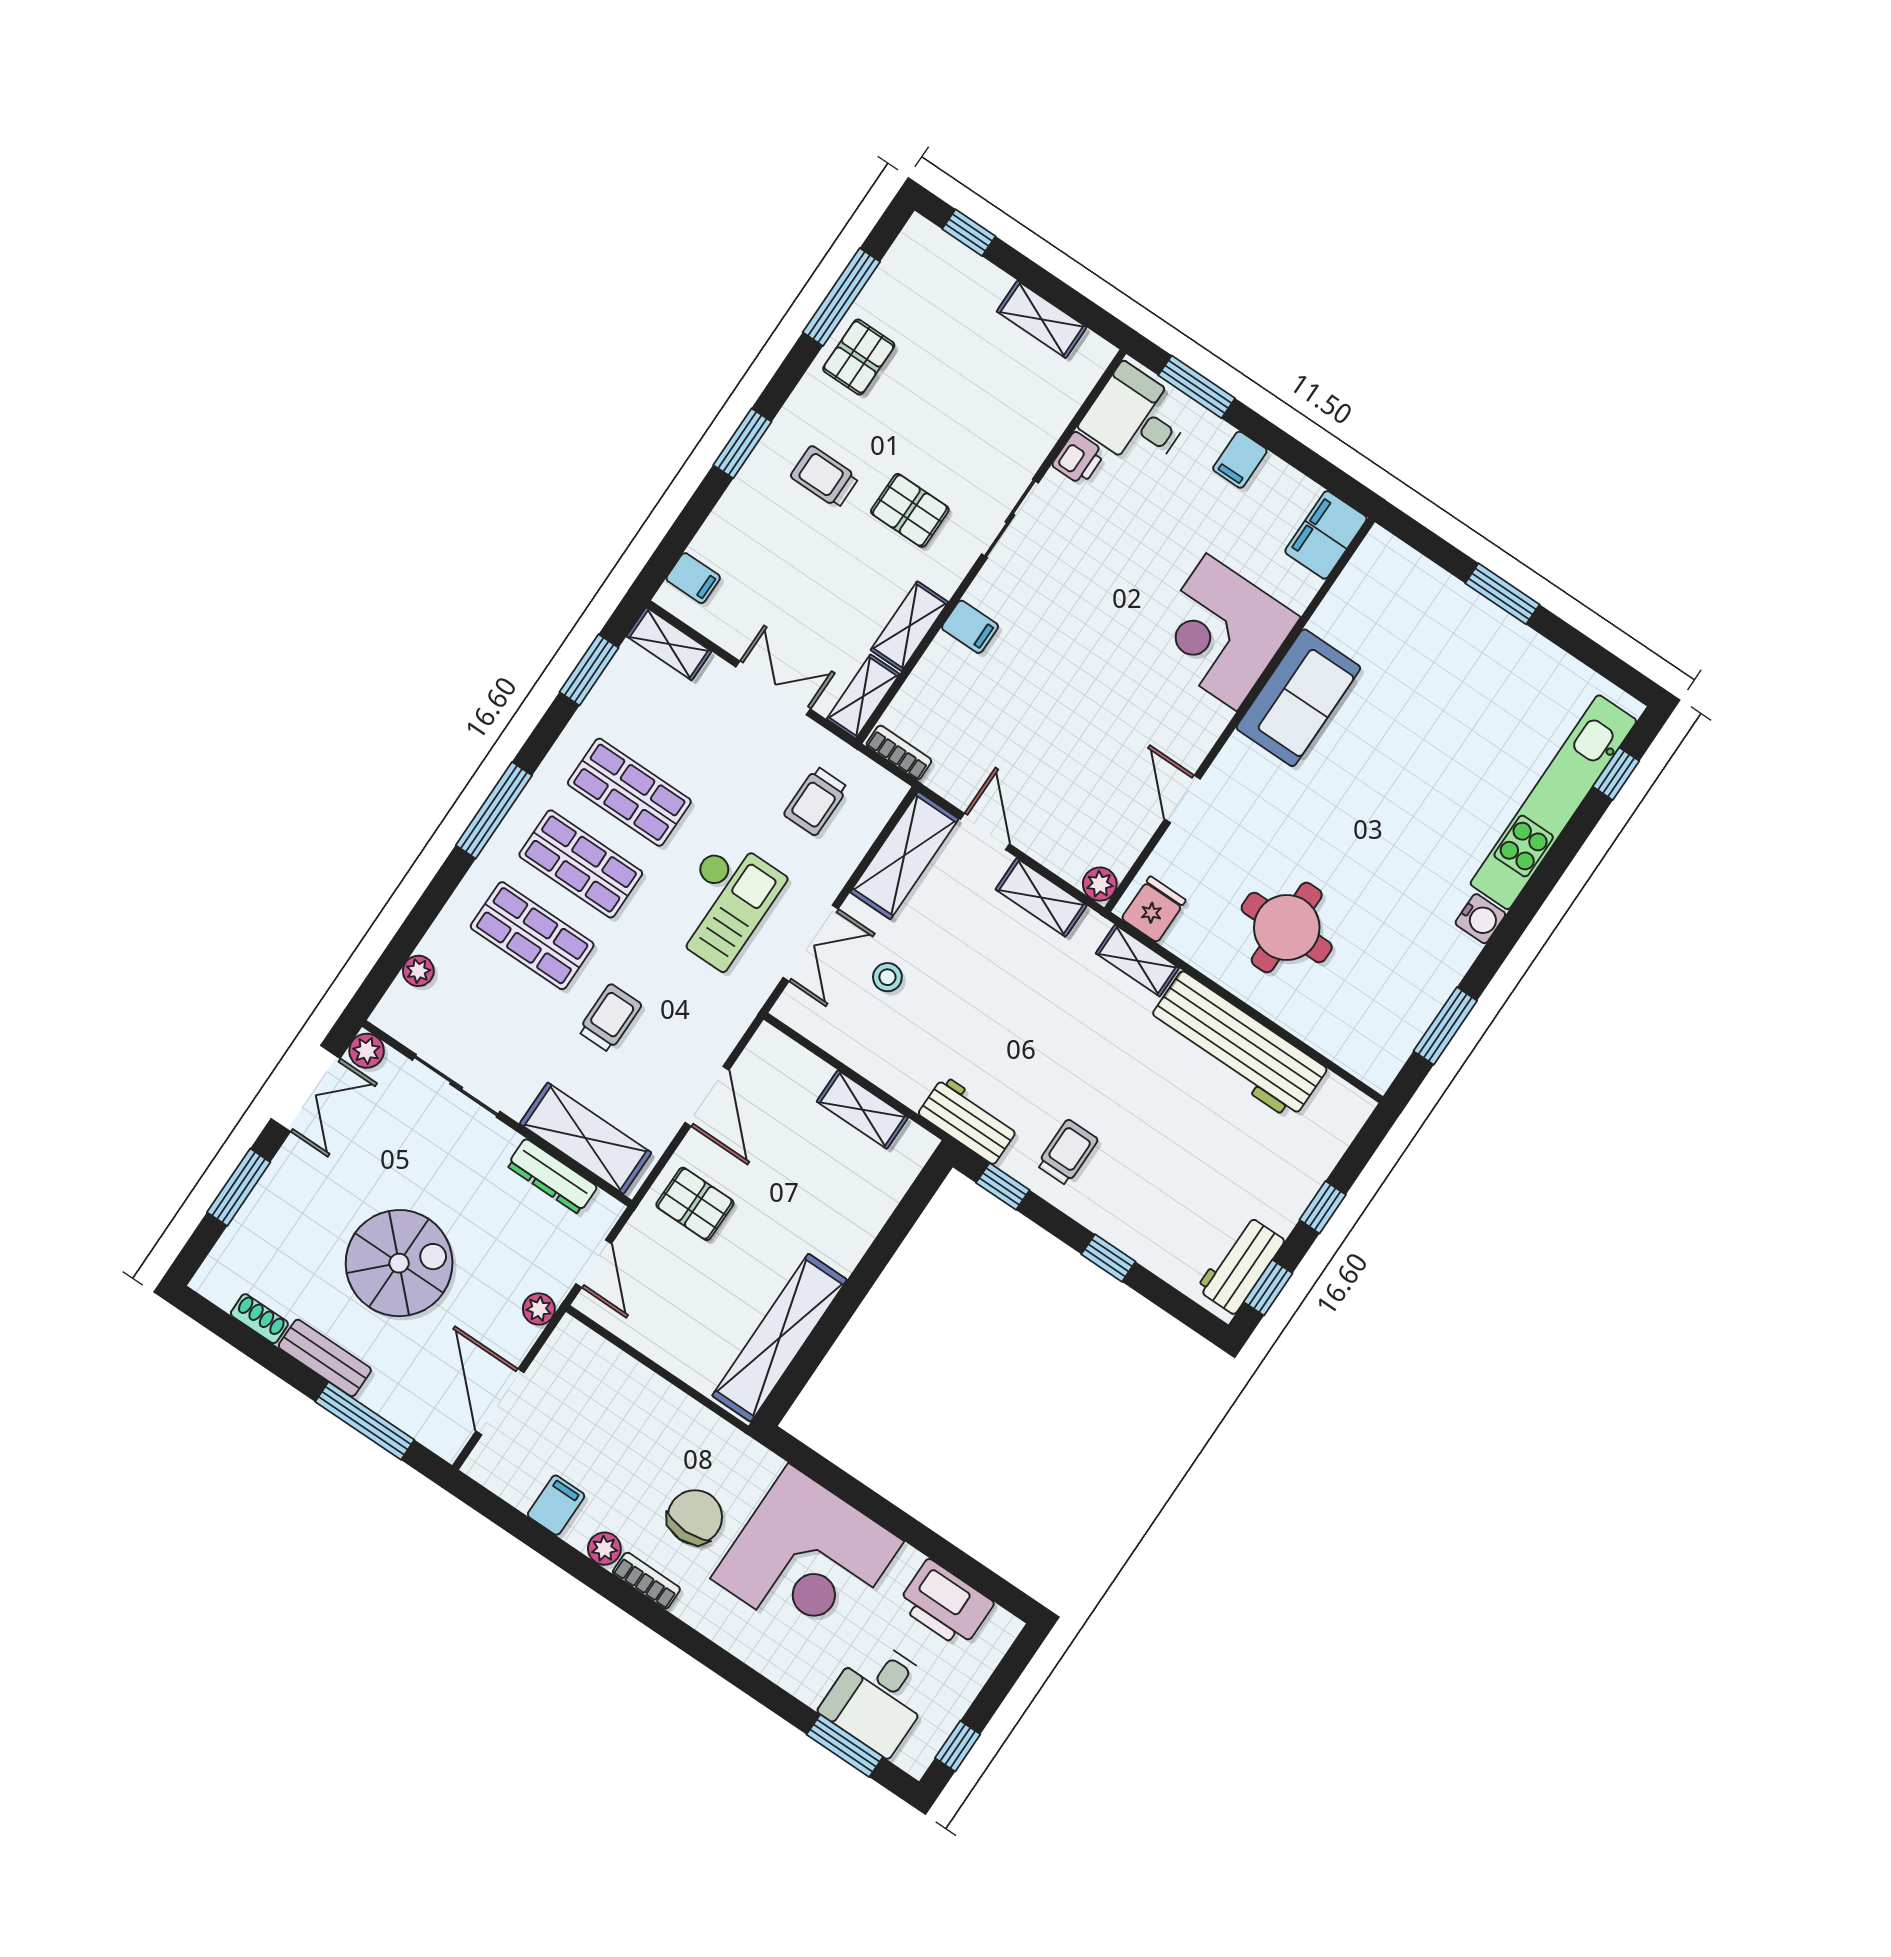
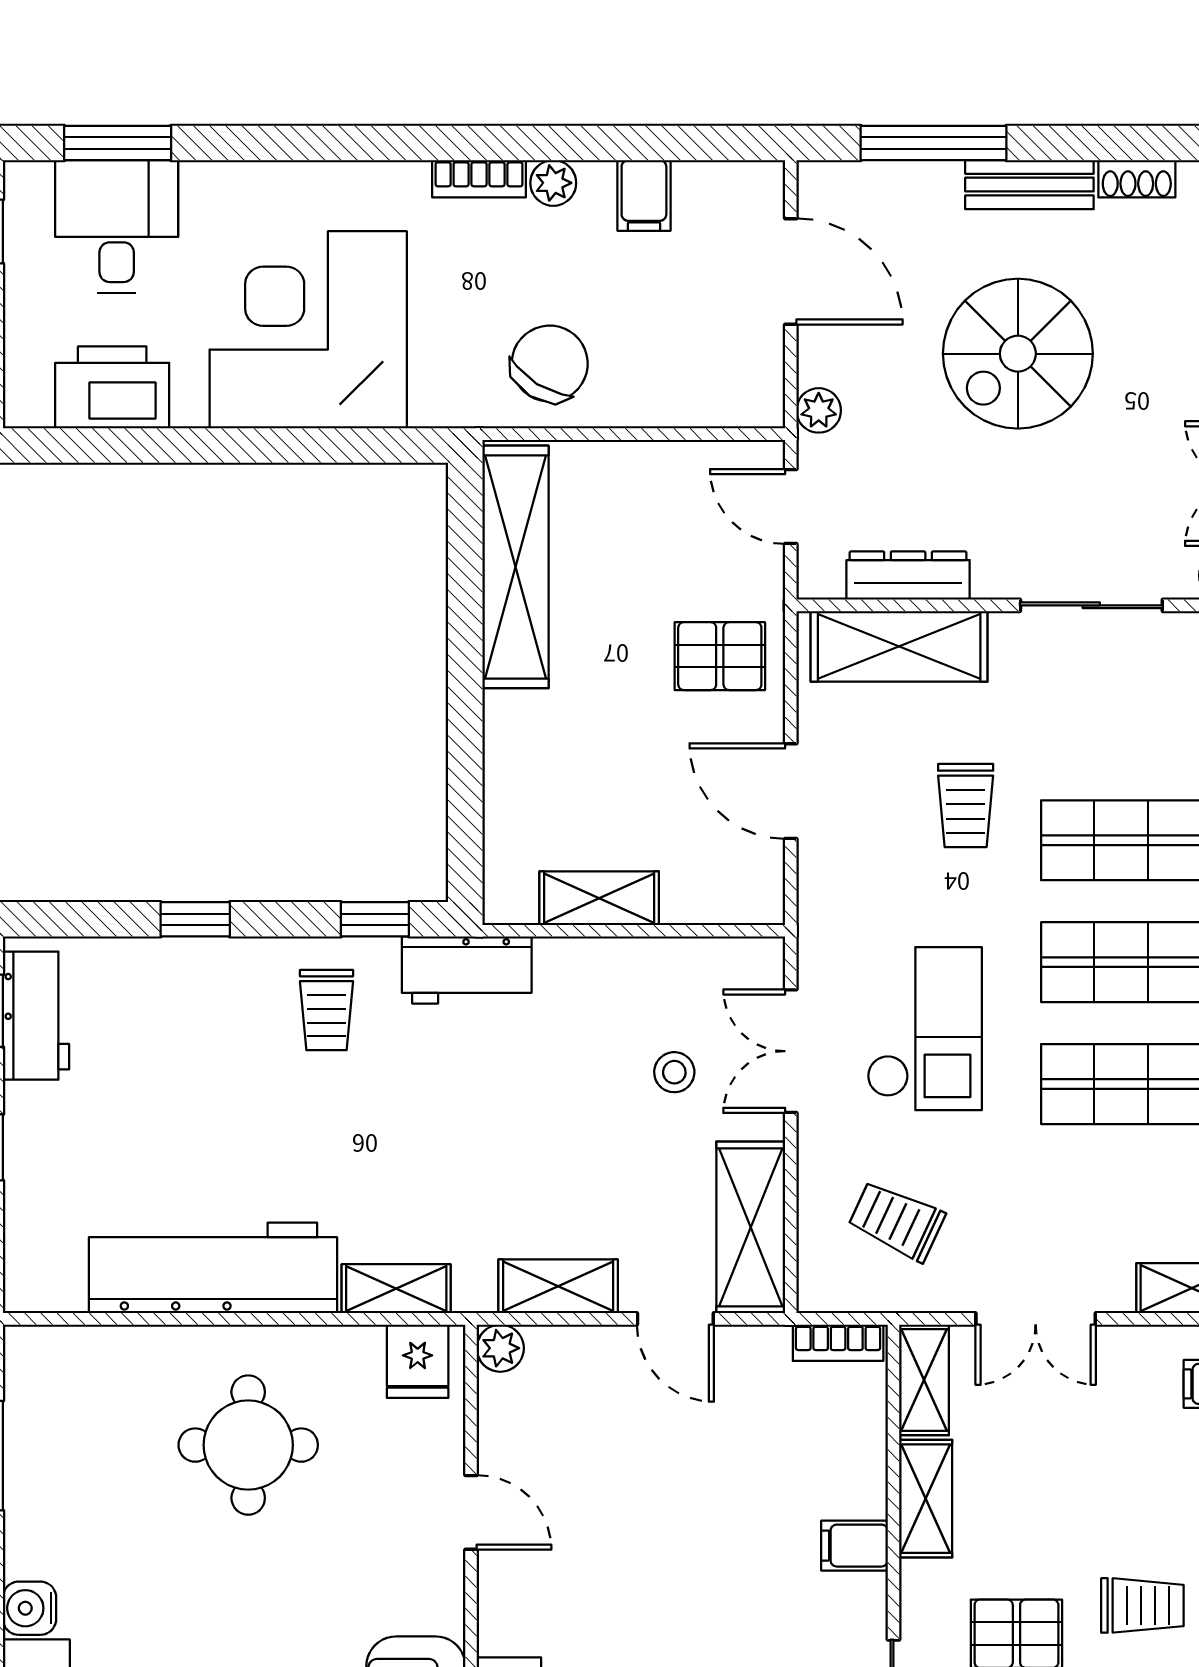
trolley: (816, 801) -> (897, 1221), turned -65
checkout: (723, 903) -> (925, 1029), turned 180
chair: (695, 1517) -> (550, 364), moved, turned -148

